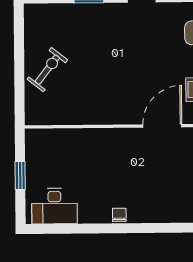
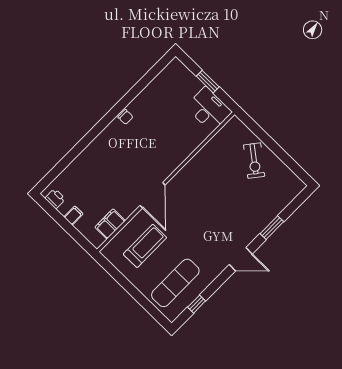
desk: (54, 206) -> (209, 109), moved, turned 90

